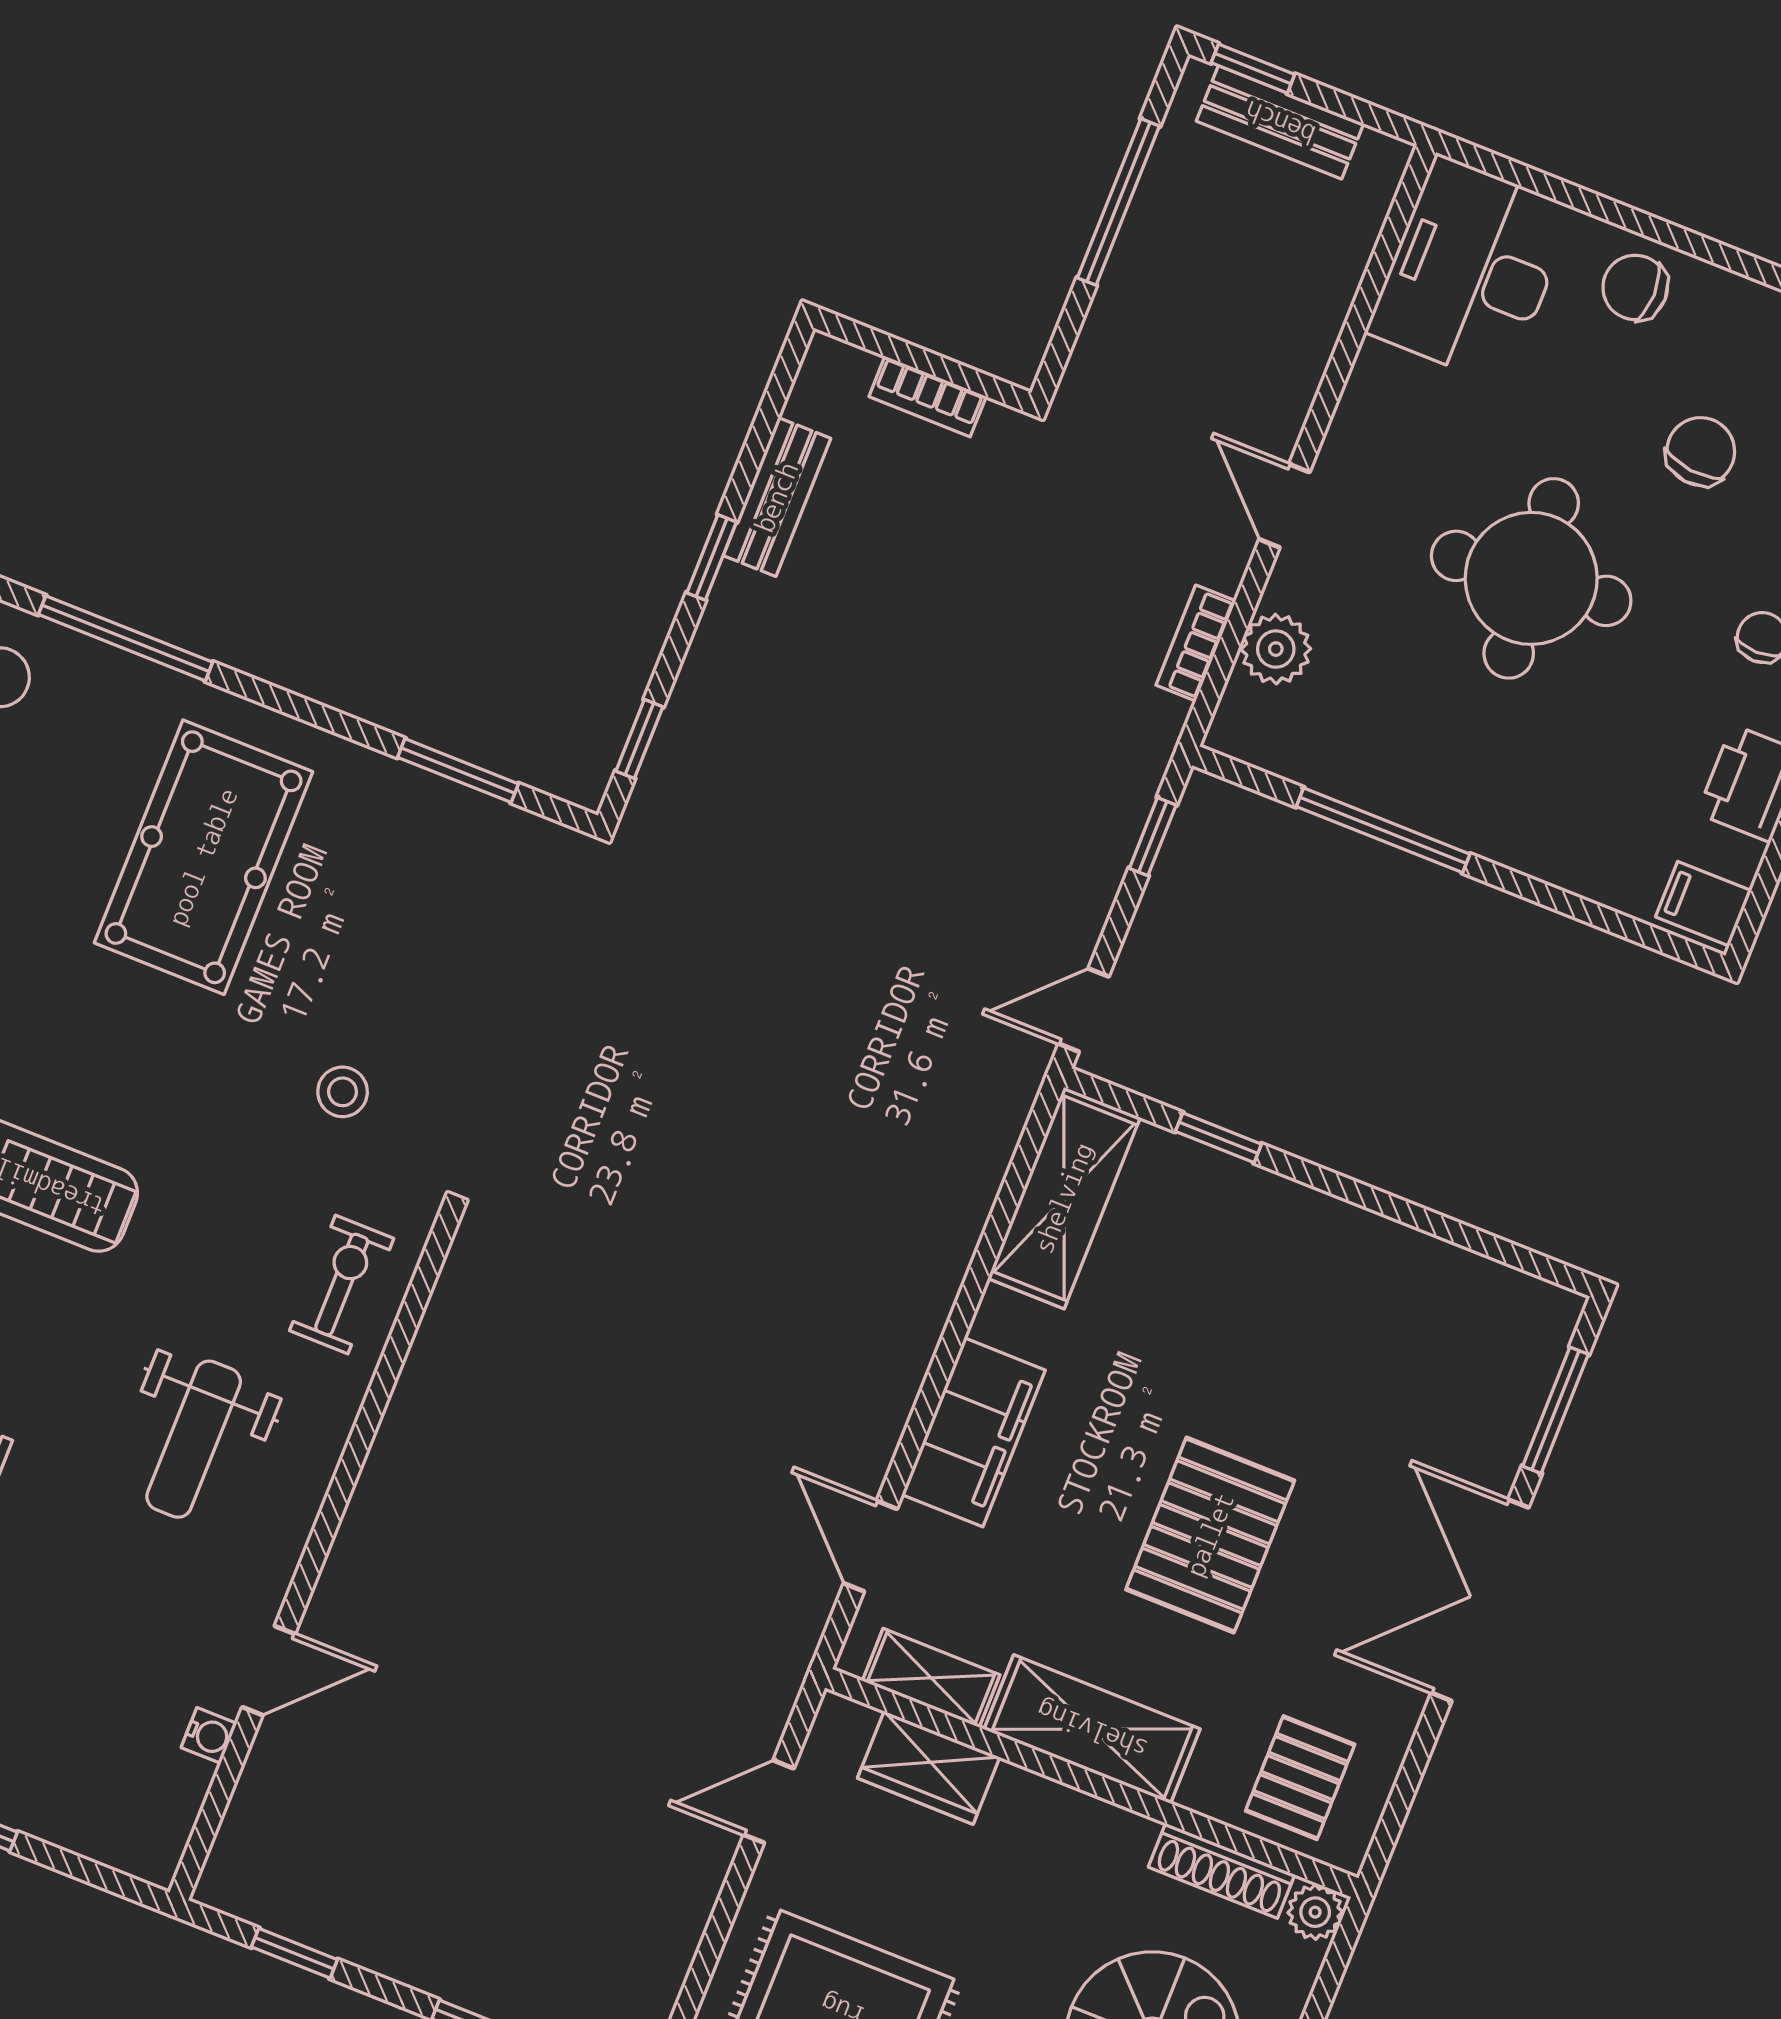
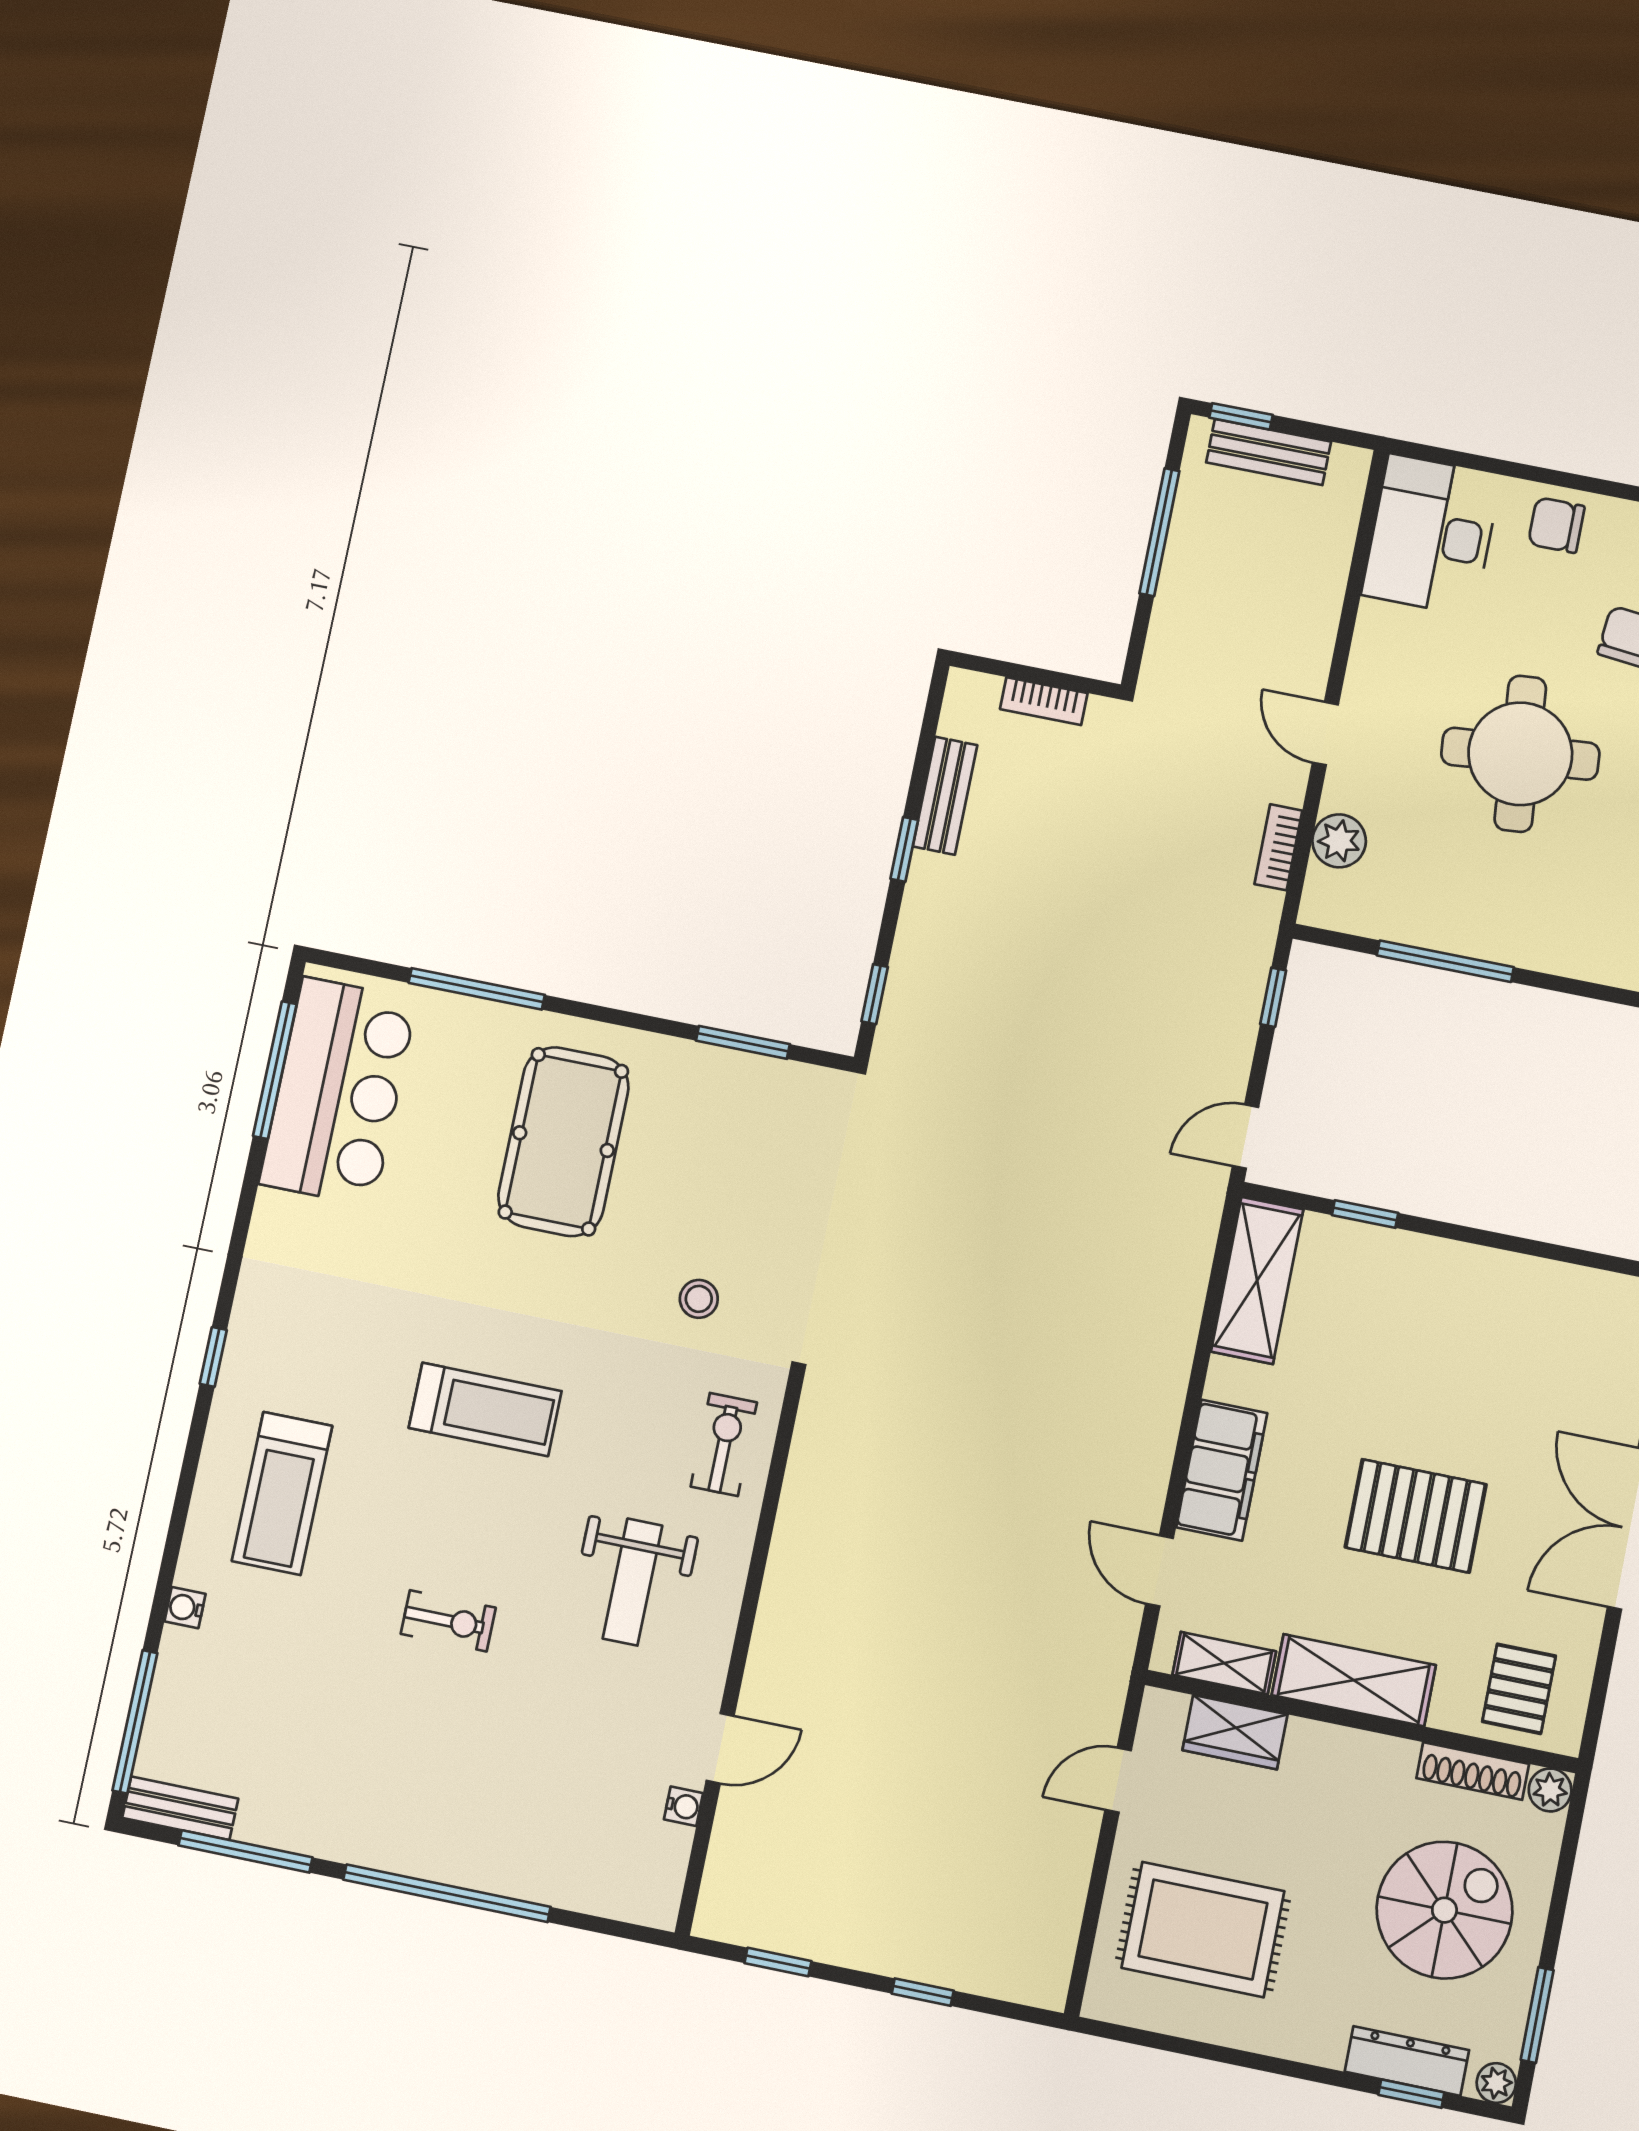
pallet: (1210, 1535) -> (1416, 1516), turned 90

